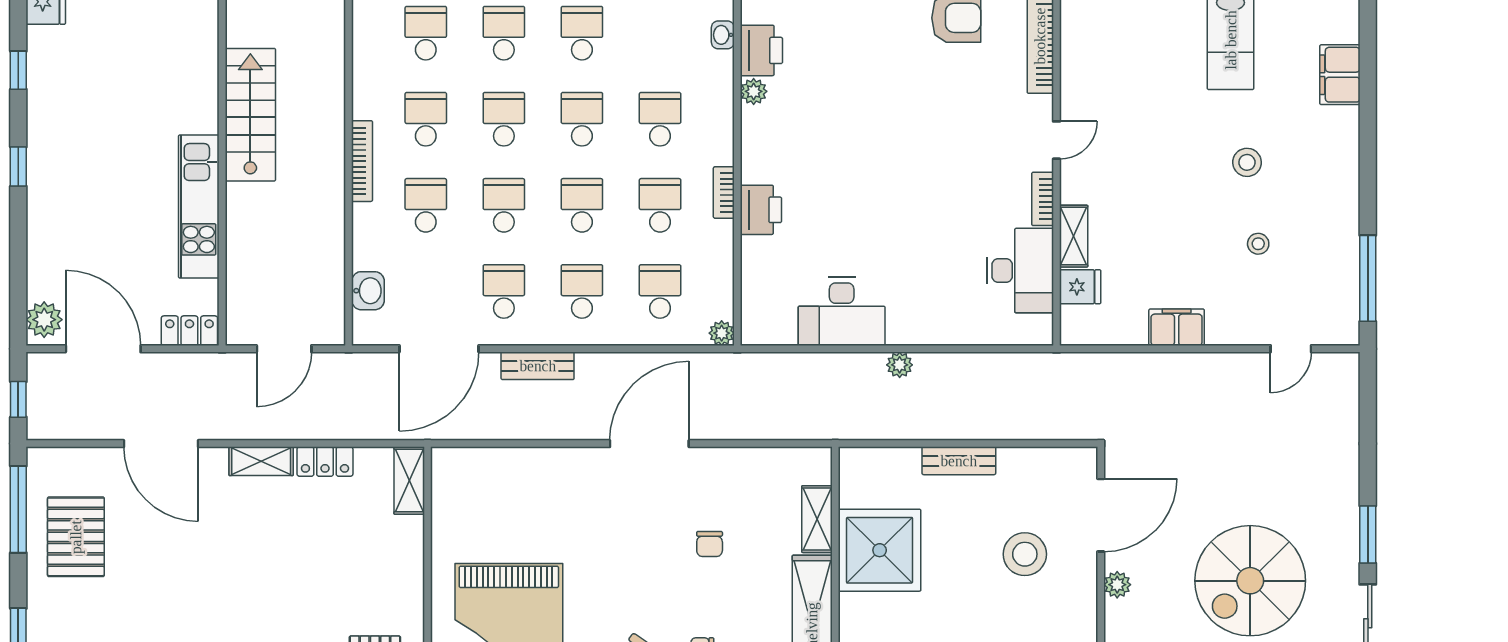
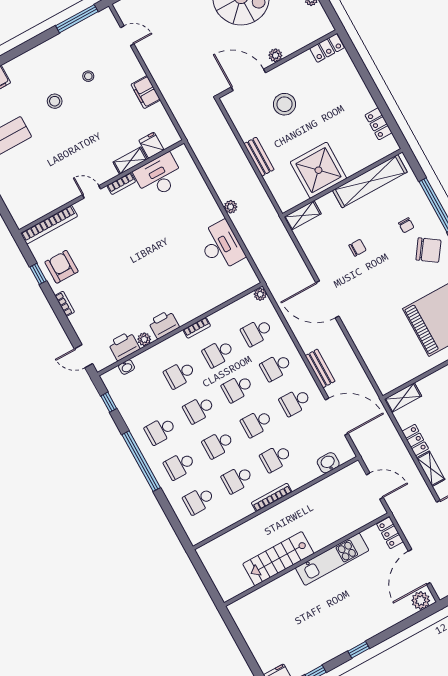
printer: (761, 210) -> (164, 324), moved
shelving: (817, 519) -> (303, 215), moved

